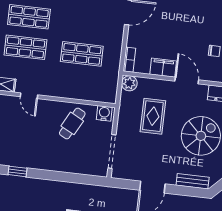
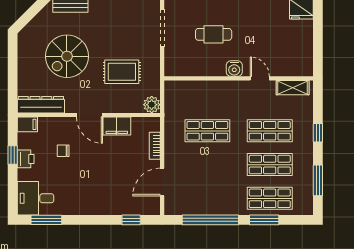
bookcase: (129, 60) -> (155, 146), moved
water cooler: (104, 113) -> (234, 69), moved
rug: (153, 116) -> (122, 72), turned 90
cafe table: (72, 123) -> (214, 34), moved, turned 62

